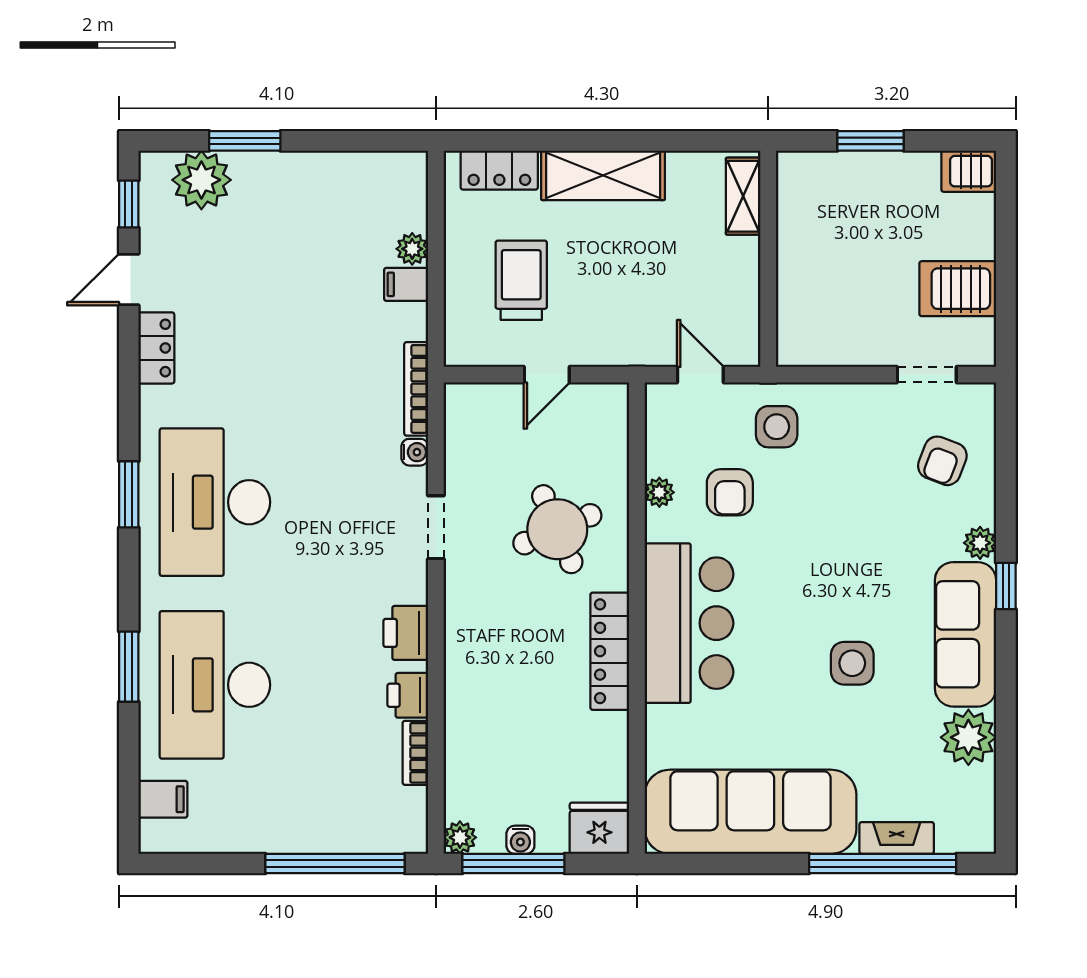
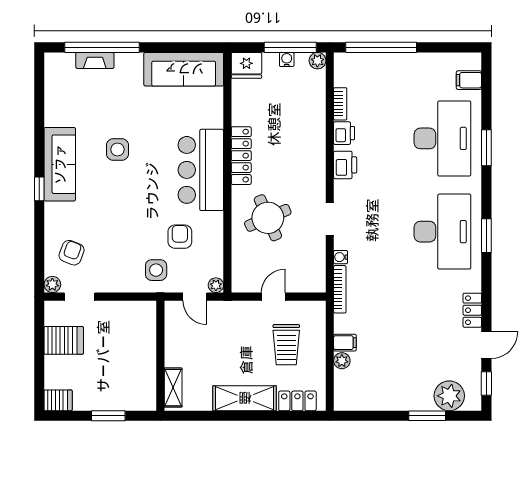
plant: (659, 492) -> (216, 285), moved
plant: (980, 543) -> (52, 284), moved
plant: (968, 737) -> (58, 112), removed
sofa: (750, 812) -> (184, 69), width x0.74, depth x0.79

